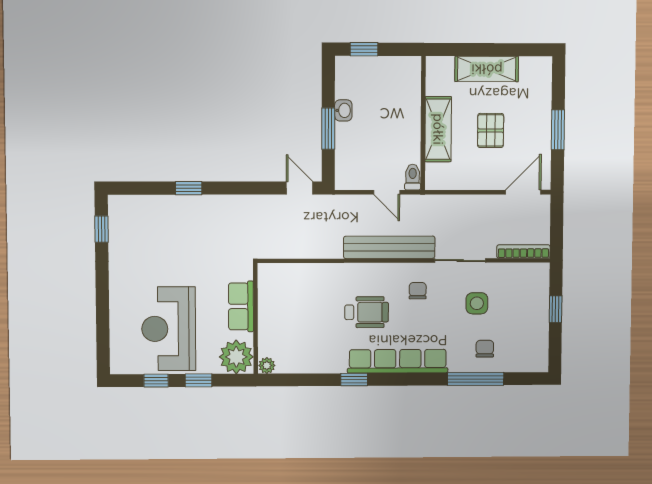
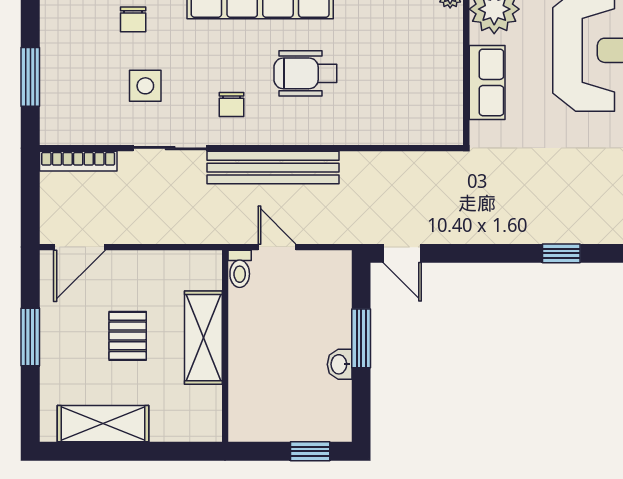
shelving: (487, 69) -> (103, 424), moved
window: (556, 309) -> (30, 77), width x1.50

